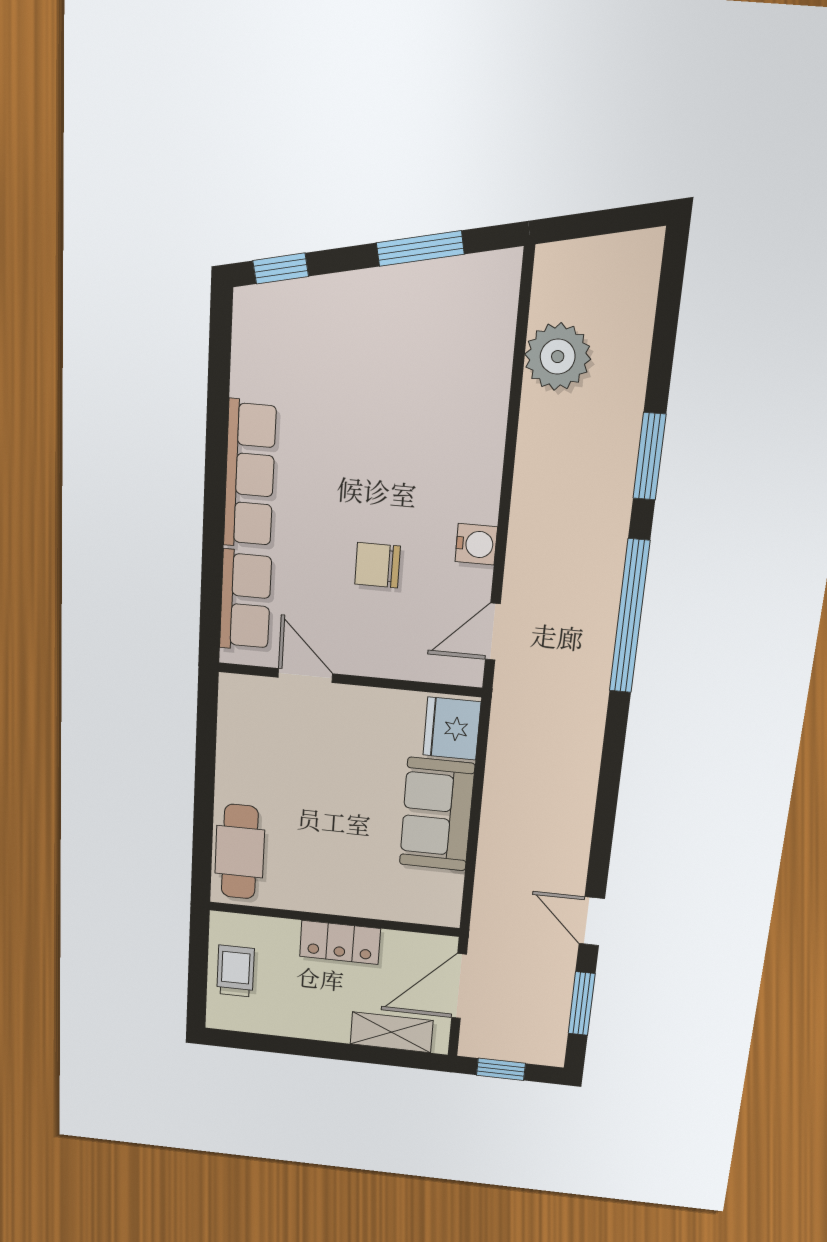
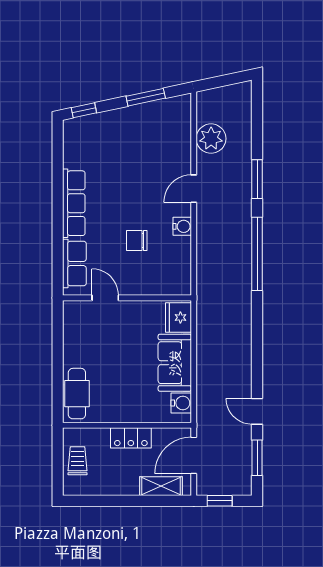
door: (493, 632) -> (194, 189), moved
water cooler: (443, 890) -> (181, 403), added

